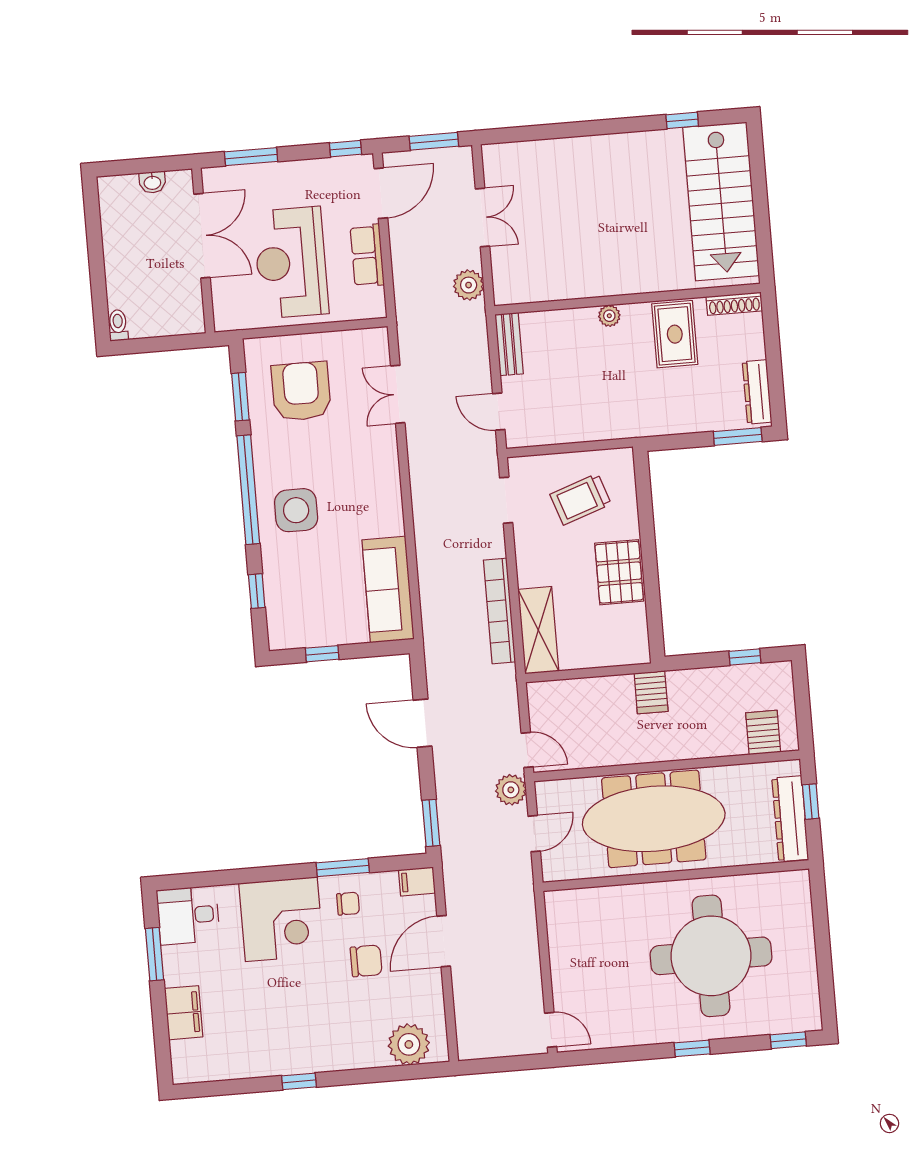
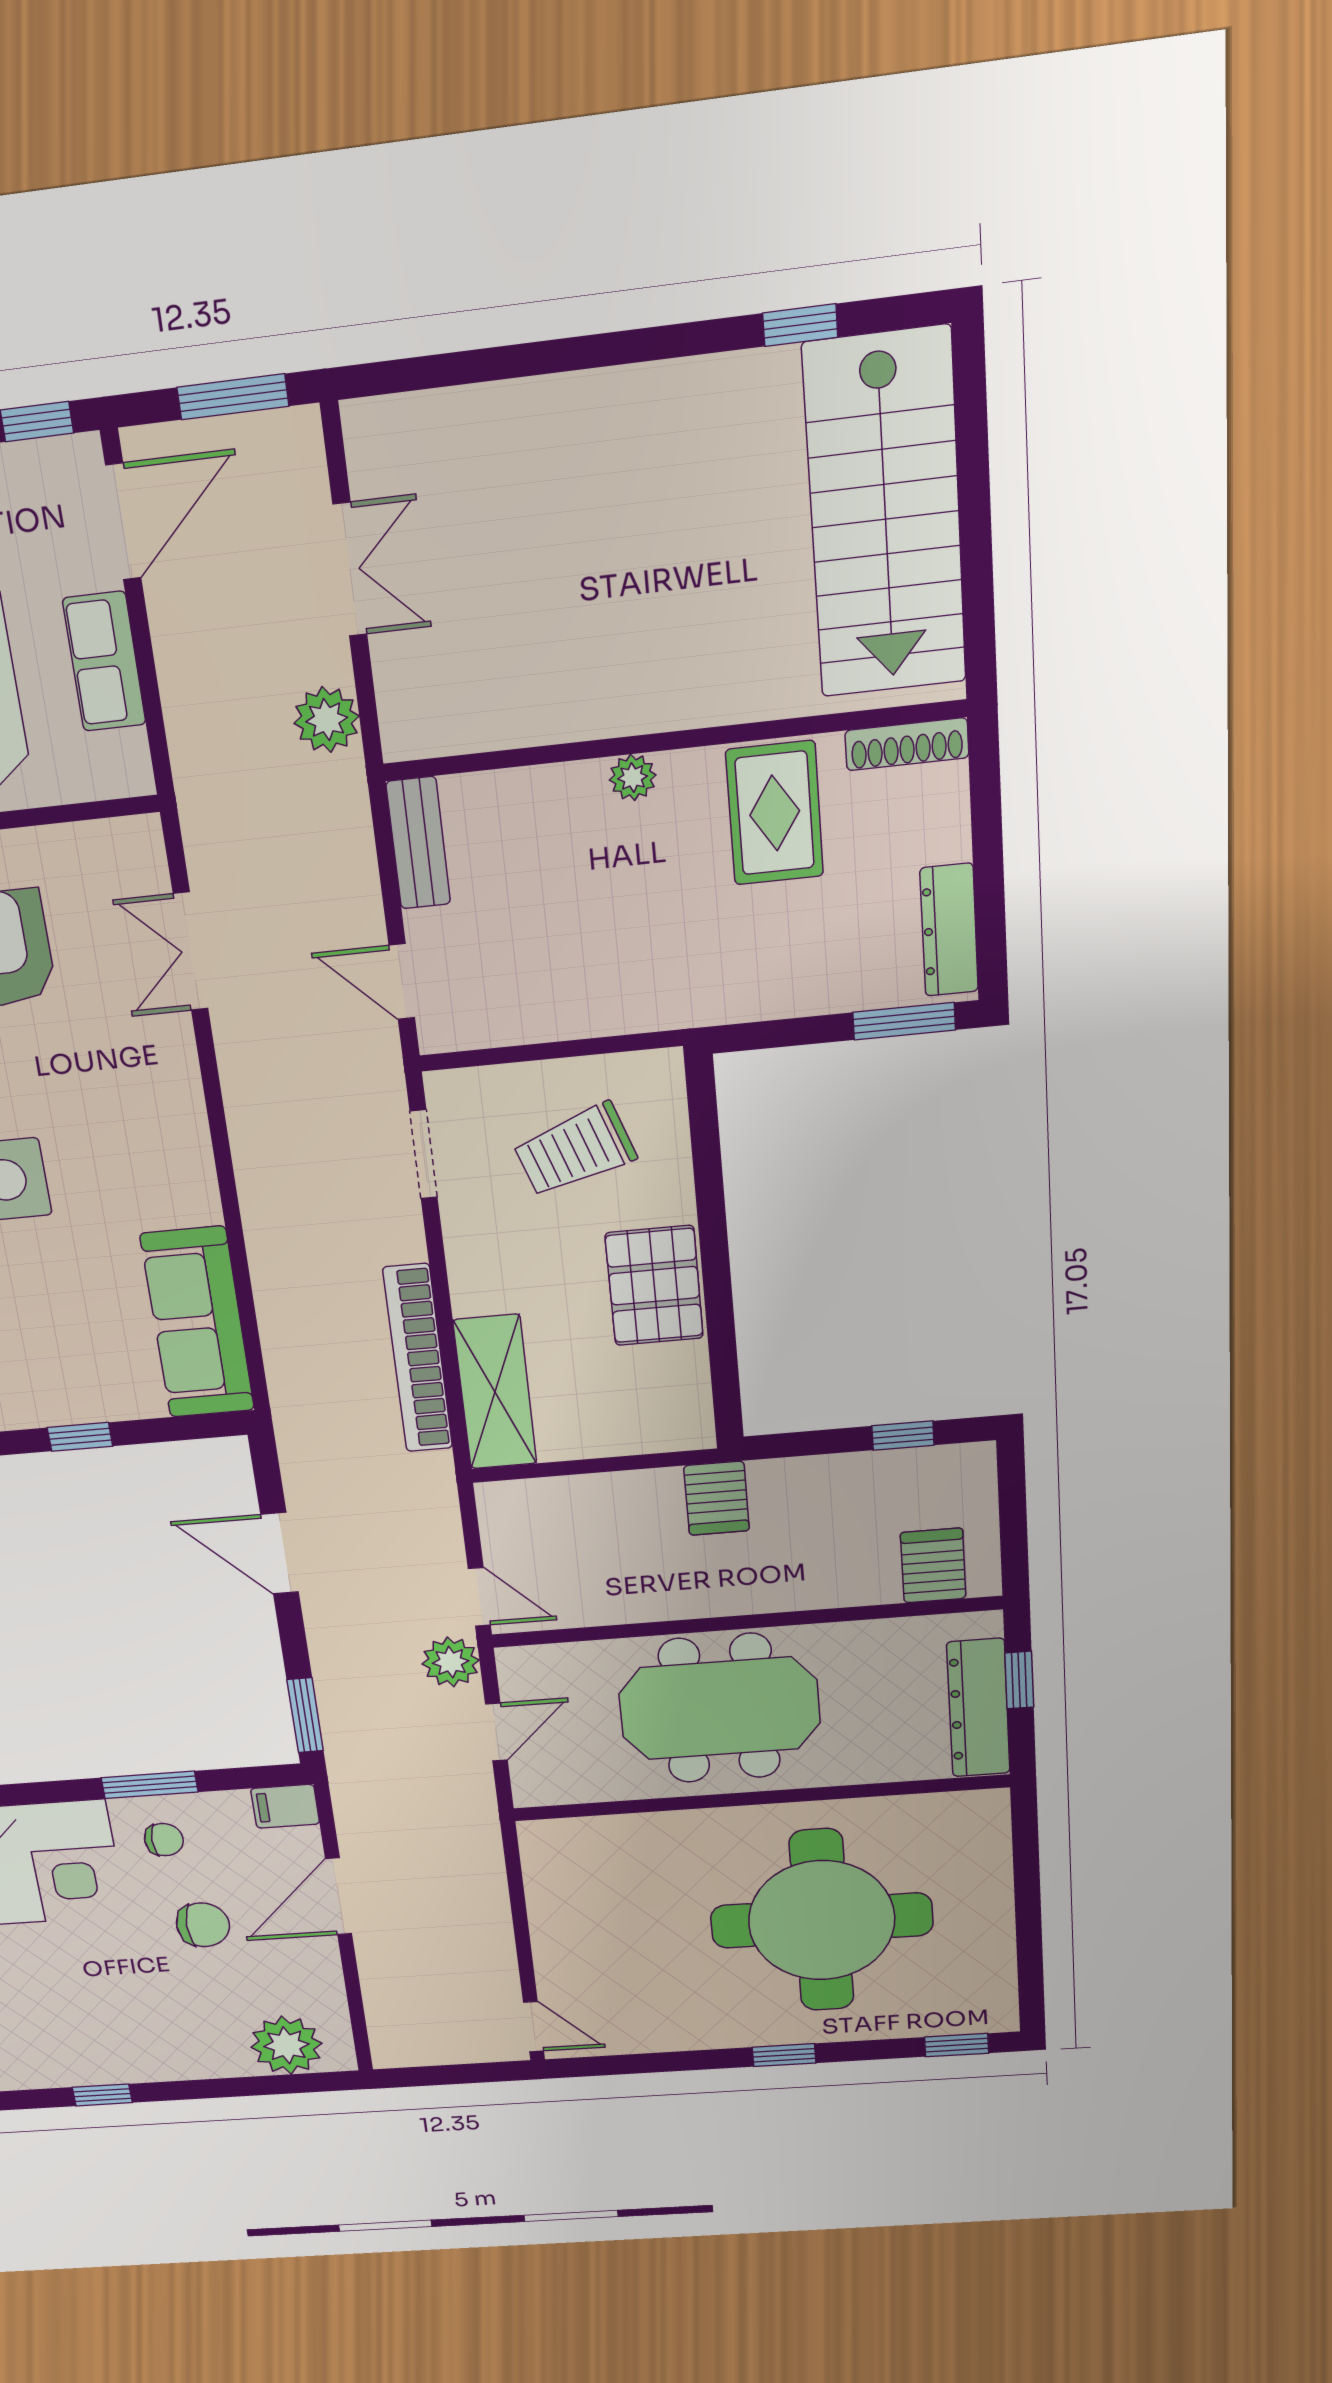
meeting table: (654, 819) -> (719, 1708), width x0.73

